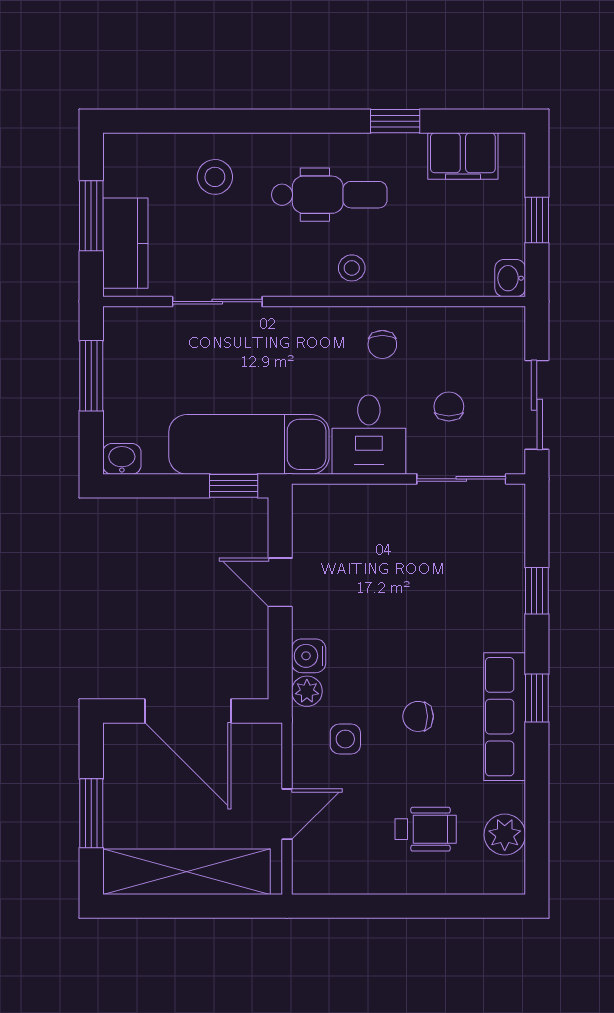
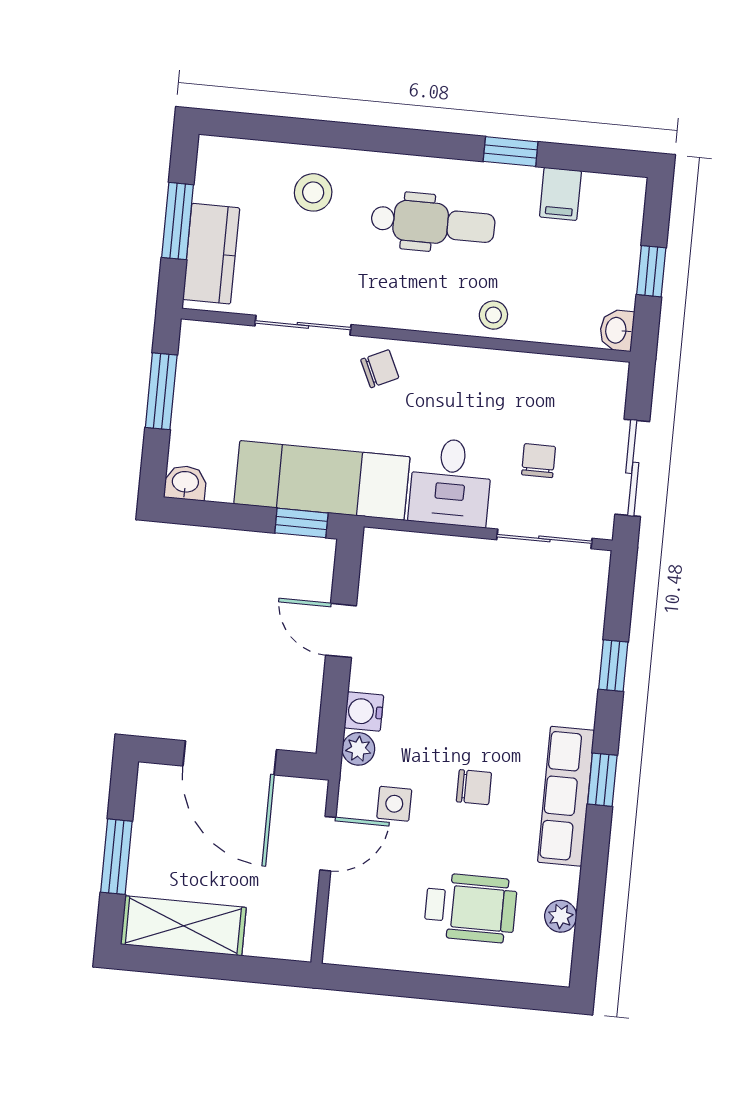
filing cabinet: (463, 156) -> (560, 194), width x0.50
stool: (352, 268) -> (493, 315), moved
chair: (382, 344) -> (380, 369), moved, turned -115
chair: (418, 716) -> (474, 787), turned 180
door: (287, 814) -> (328, 844), moved
wheelchair: (426, 829) -> (470, 908), width x1.36, depth x1.37
plant: (505, 835) -> (561, 916), width x0.73, depth x0.73
shelving: (186, 872) -> (183, 926), width x0.68

